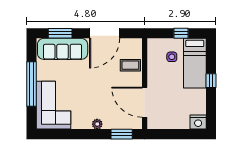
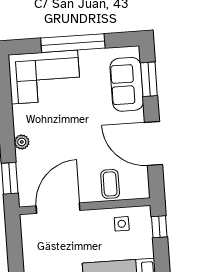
window: (181, 33) -> (159, 227), moved
sofa: (63, 49) -> (127, 84), width x0.73
side table: (172, 57) -> (122, 224), moved

